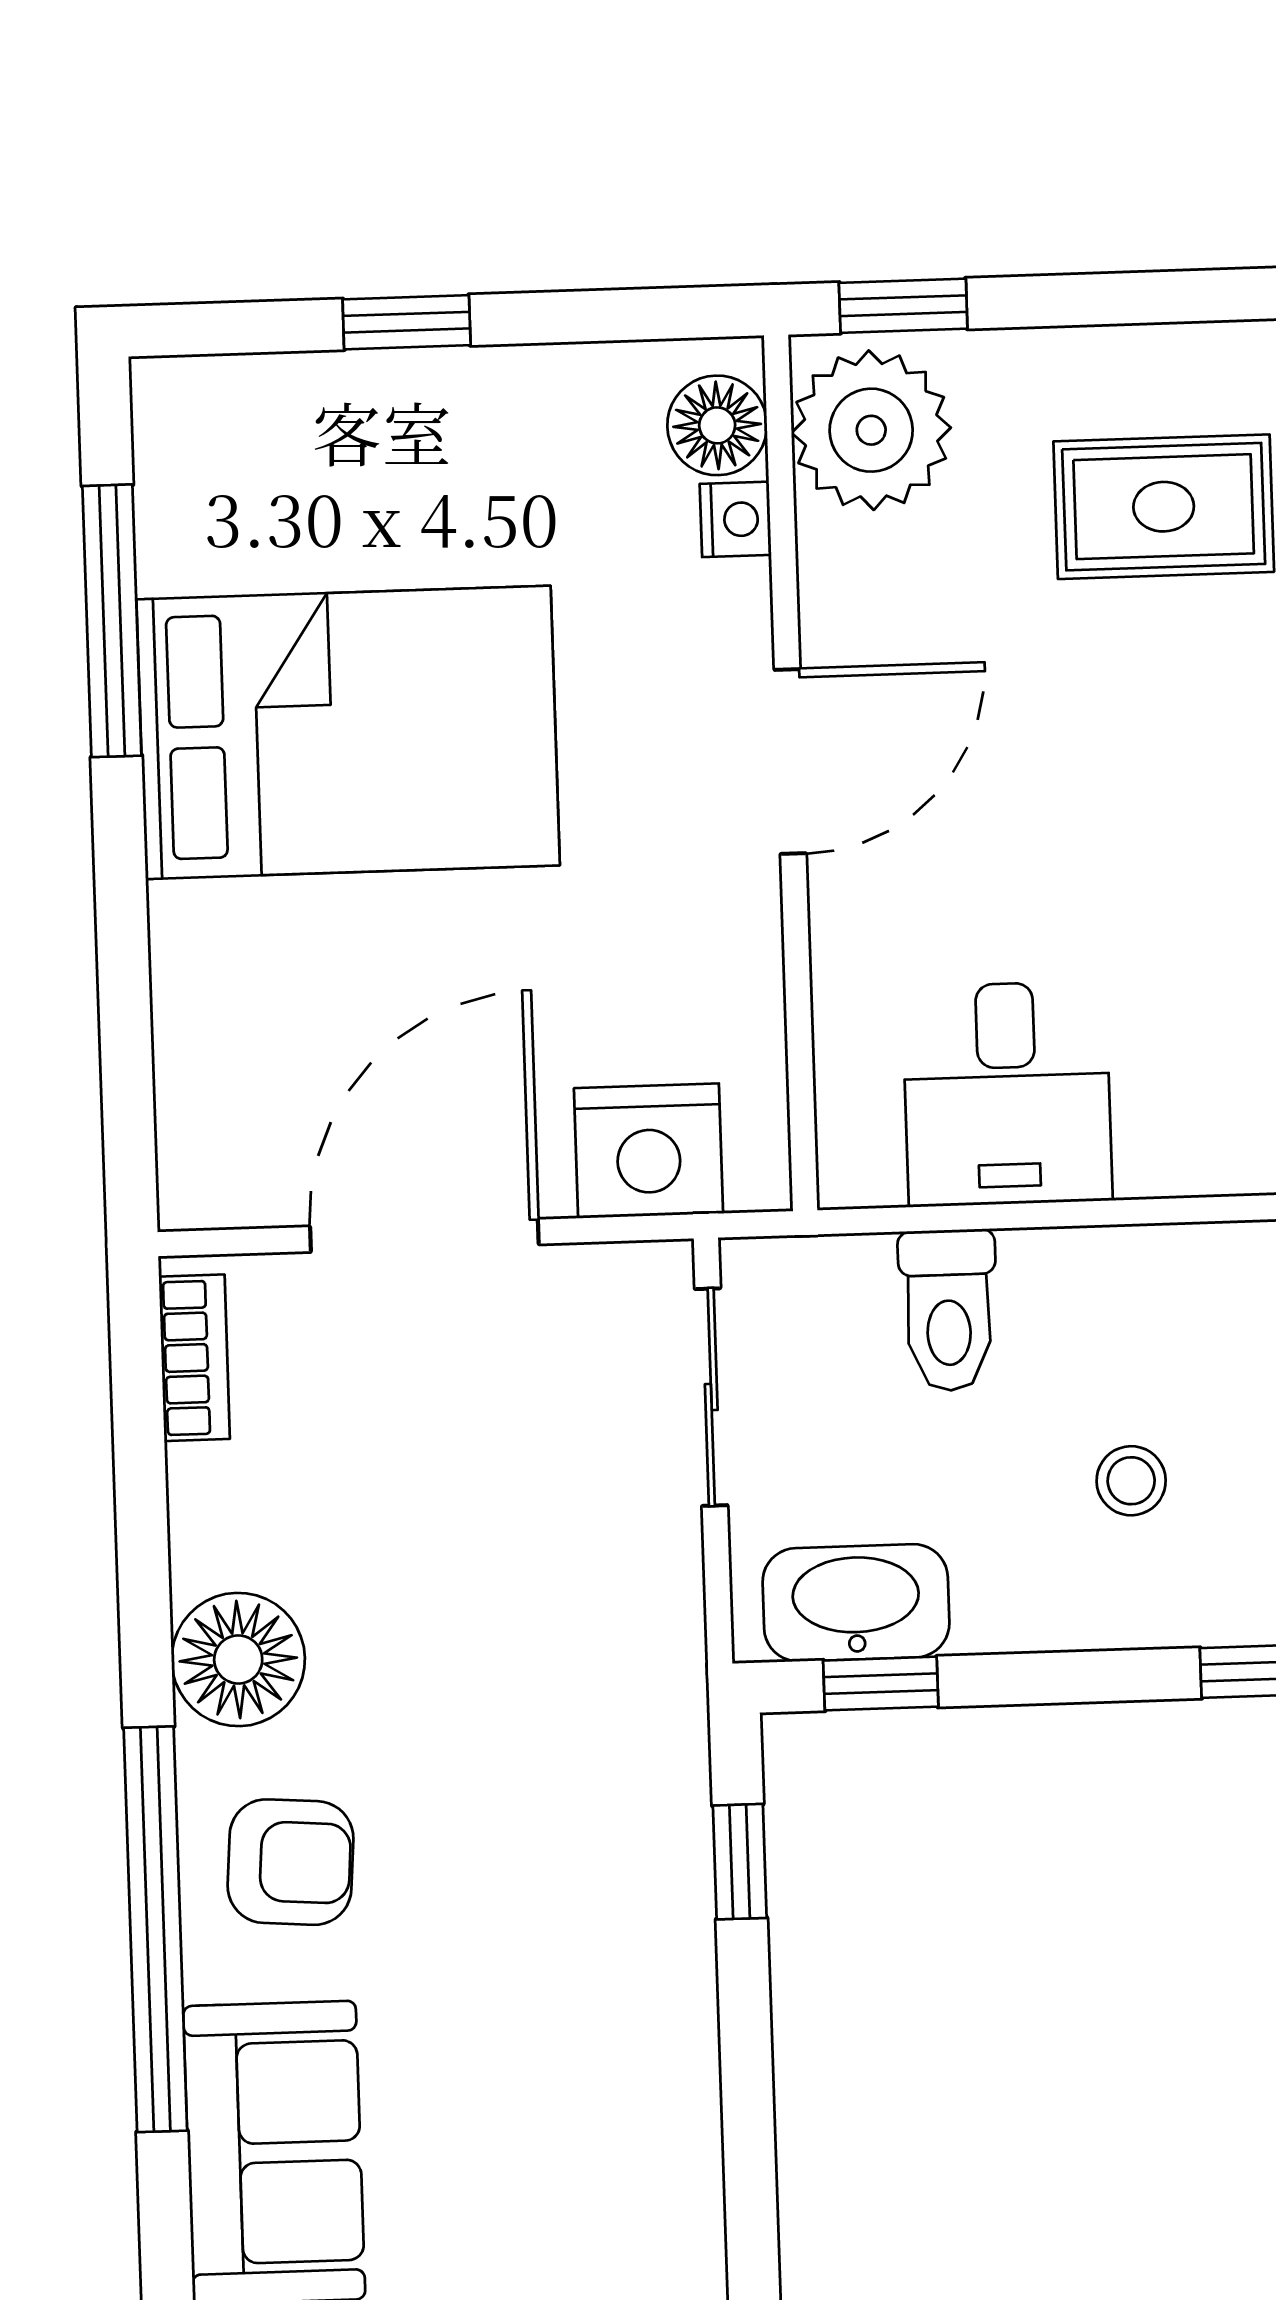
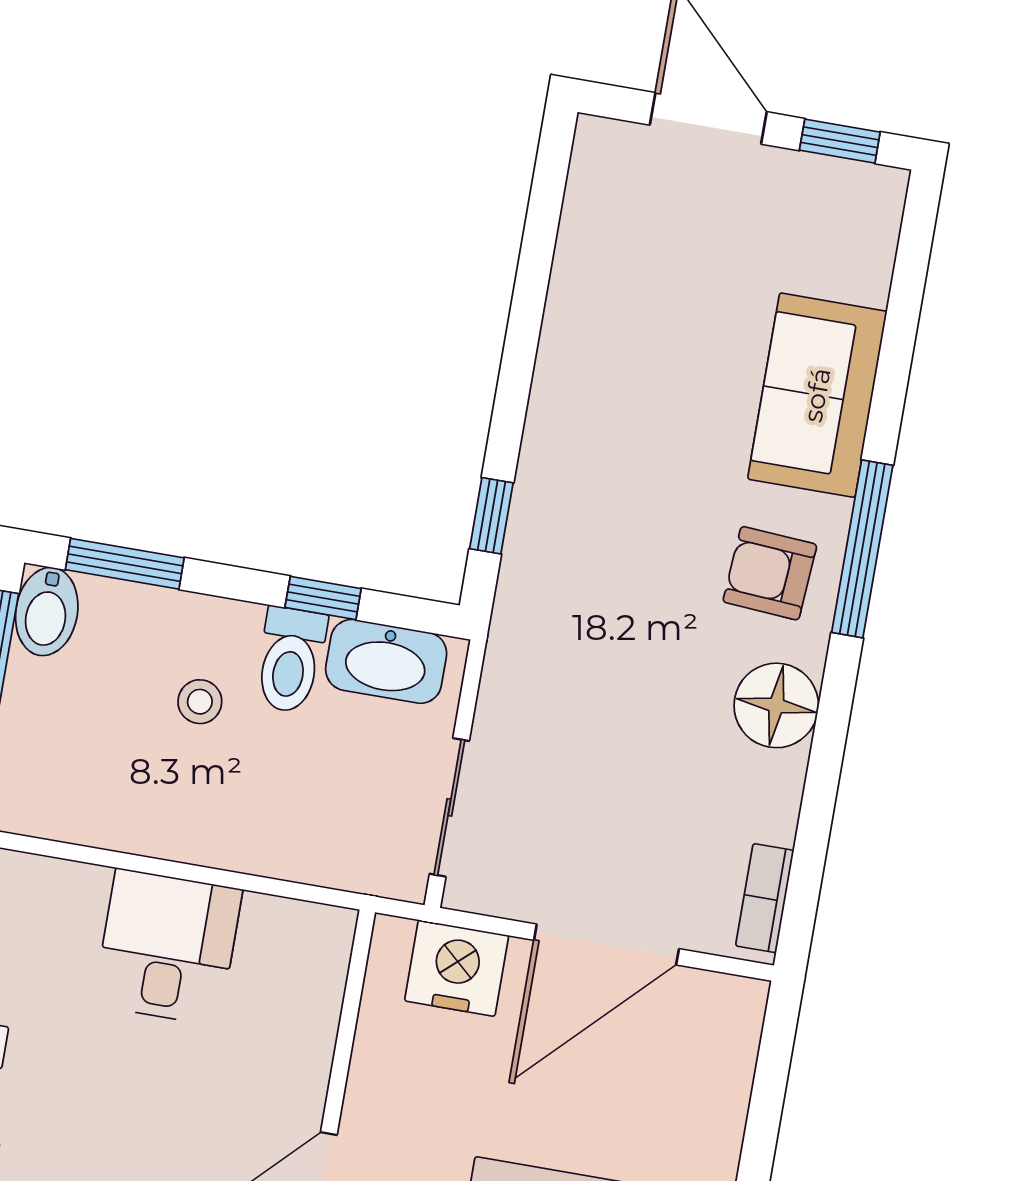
desk: (1007, 1094) -> (168, 947), moved
toilet: (948, 1310) -> (290, 660), moved, turned 180
window: (881, 1684) -> (323, 598), moved
window: (155, 1929) -> (862, 549), width x0.68

